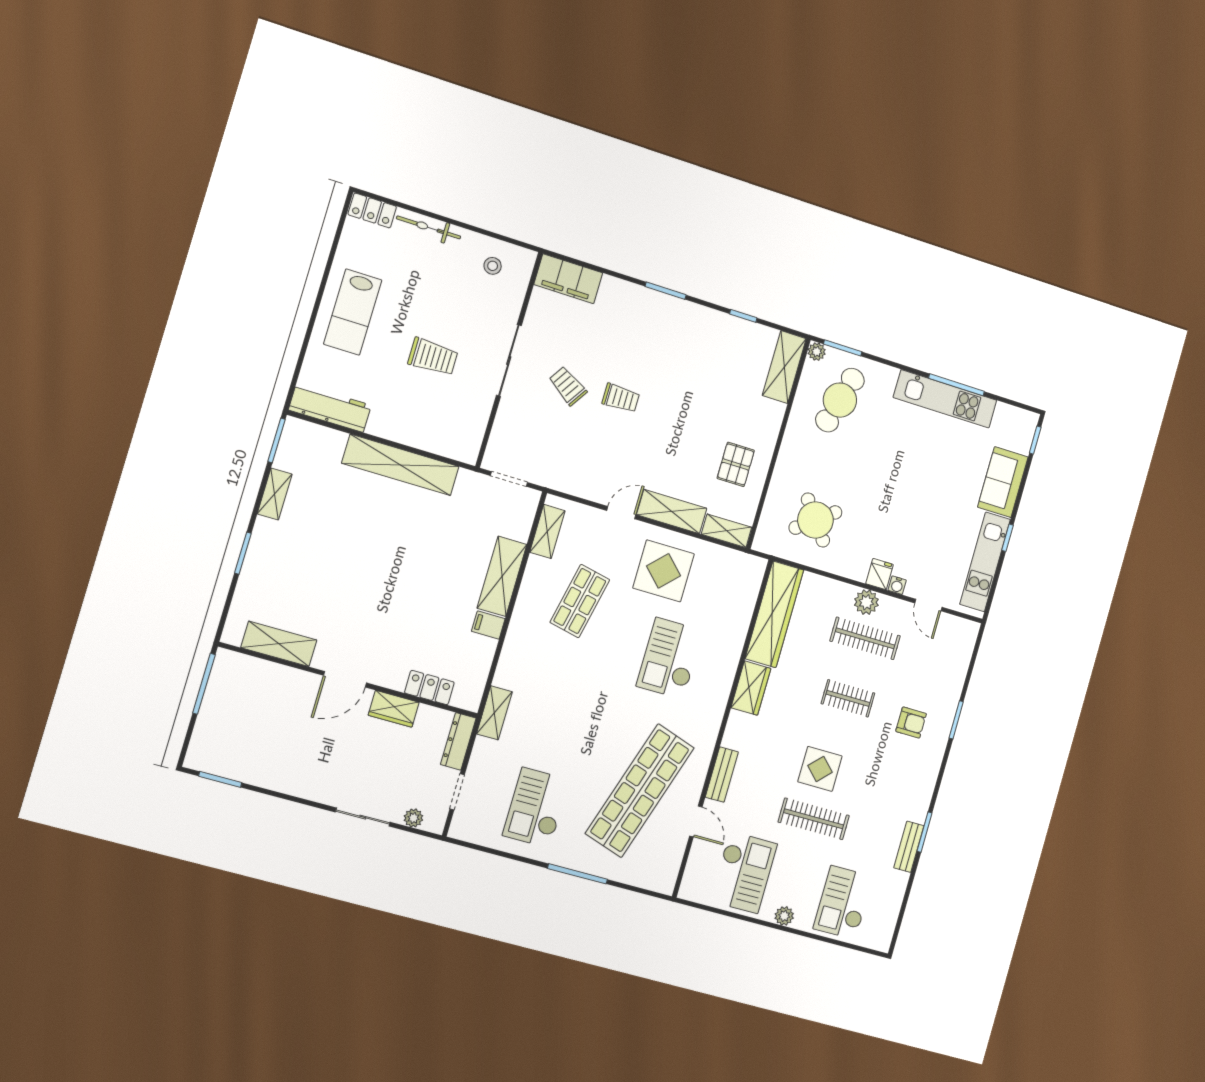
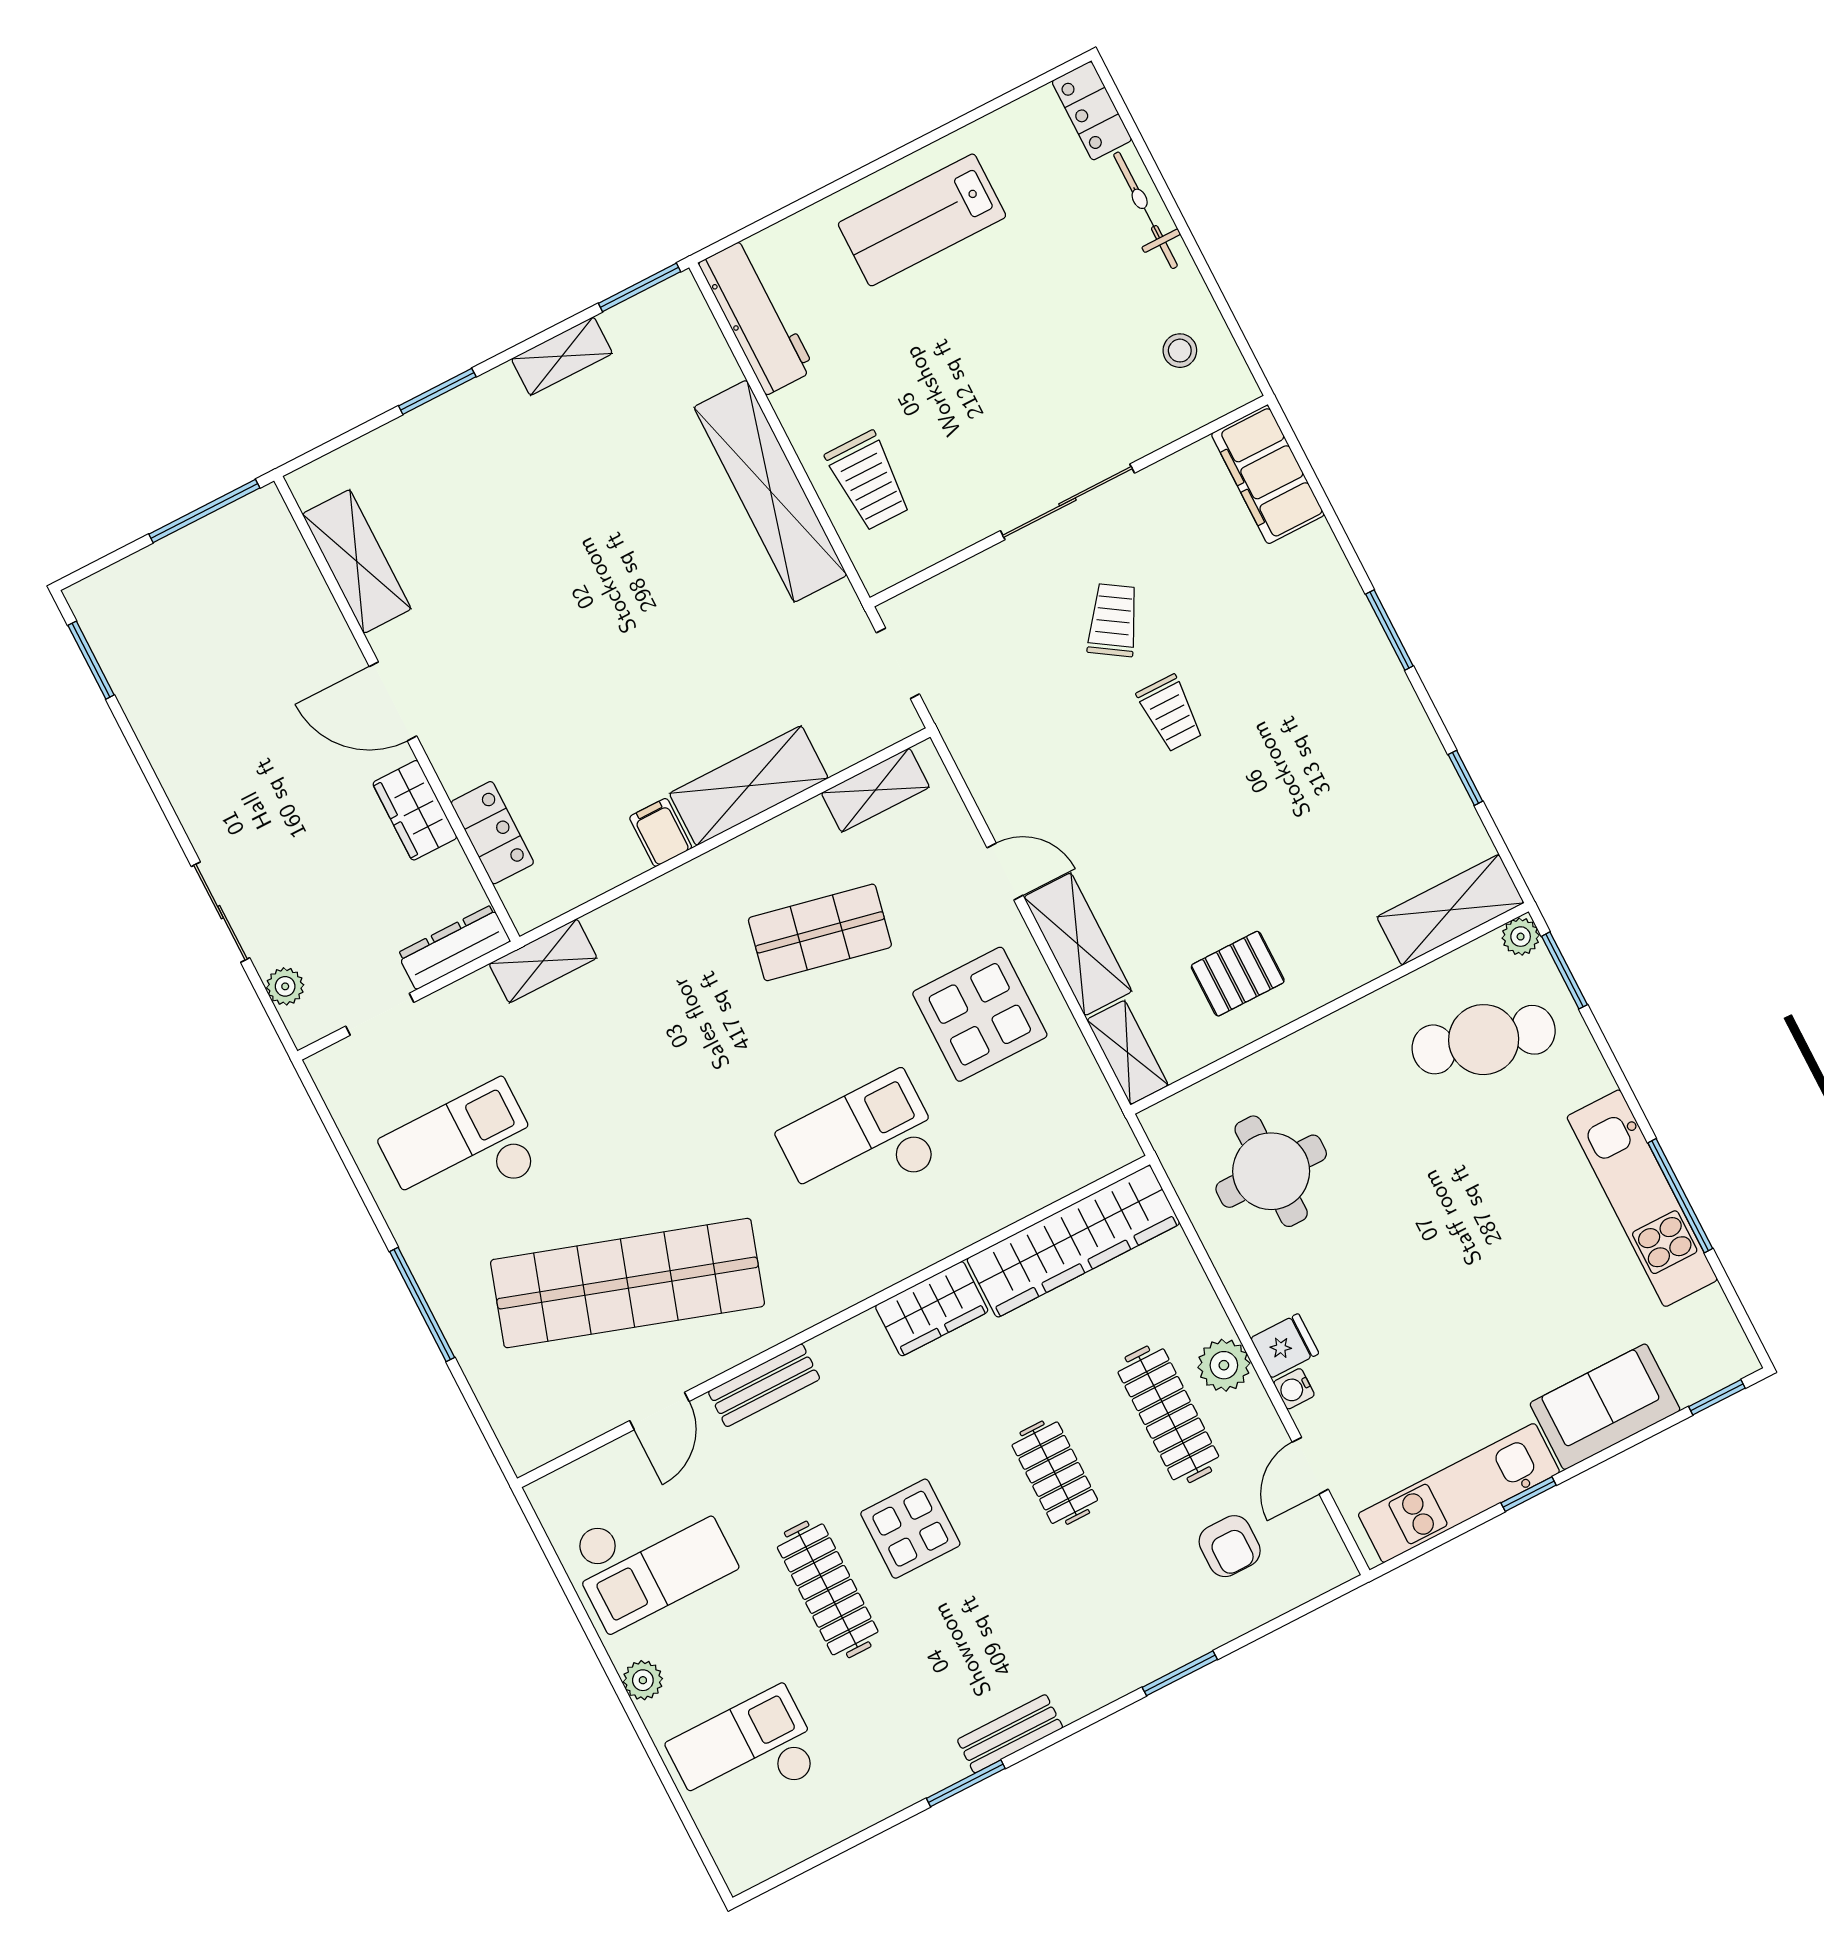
trolley: (433, 357) -> (868, 481), moved
round table: (815, 520) -> (1271, 1171), turned 37
armchair: (911, 722) -> (1230, 1546), moved
bench: (909, 847) -> (1010, 1734), moved

